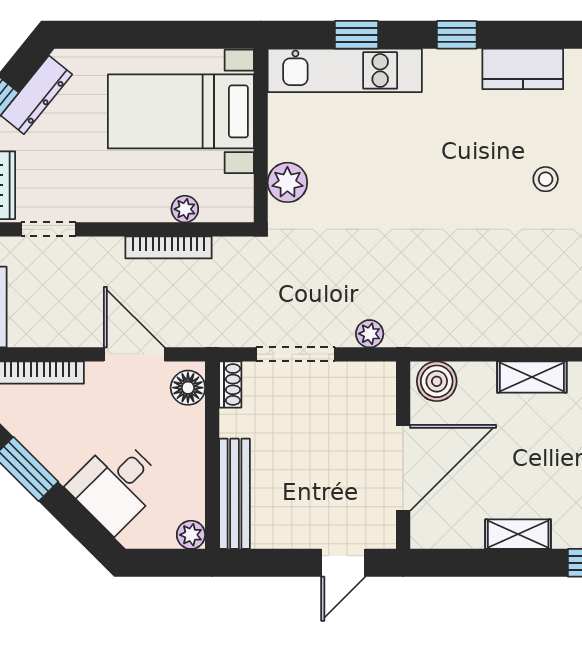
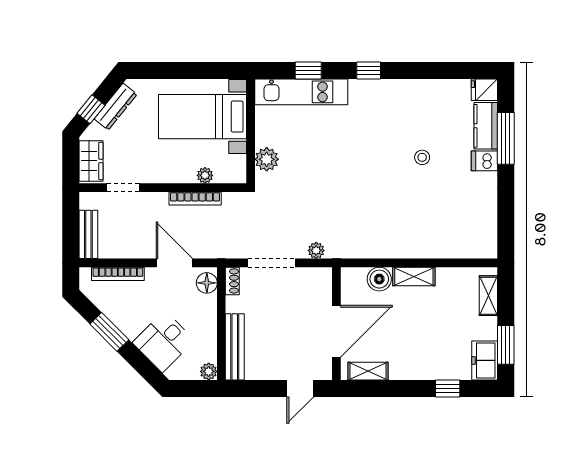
kitchen counter: (523, 69) -> (408, 91), removed
boiler: (437, 381) -> (379, 279), moved
shelving: (518, 534) -> (368, 371), moved

